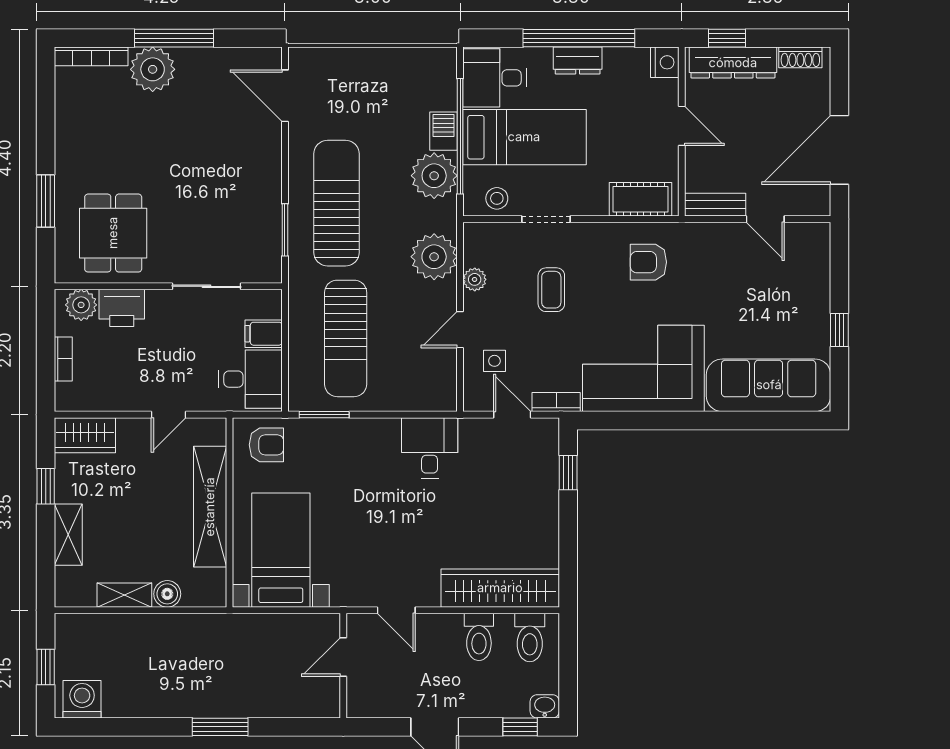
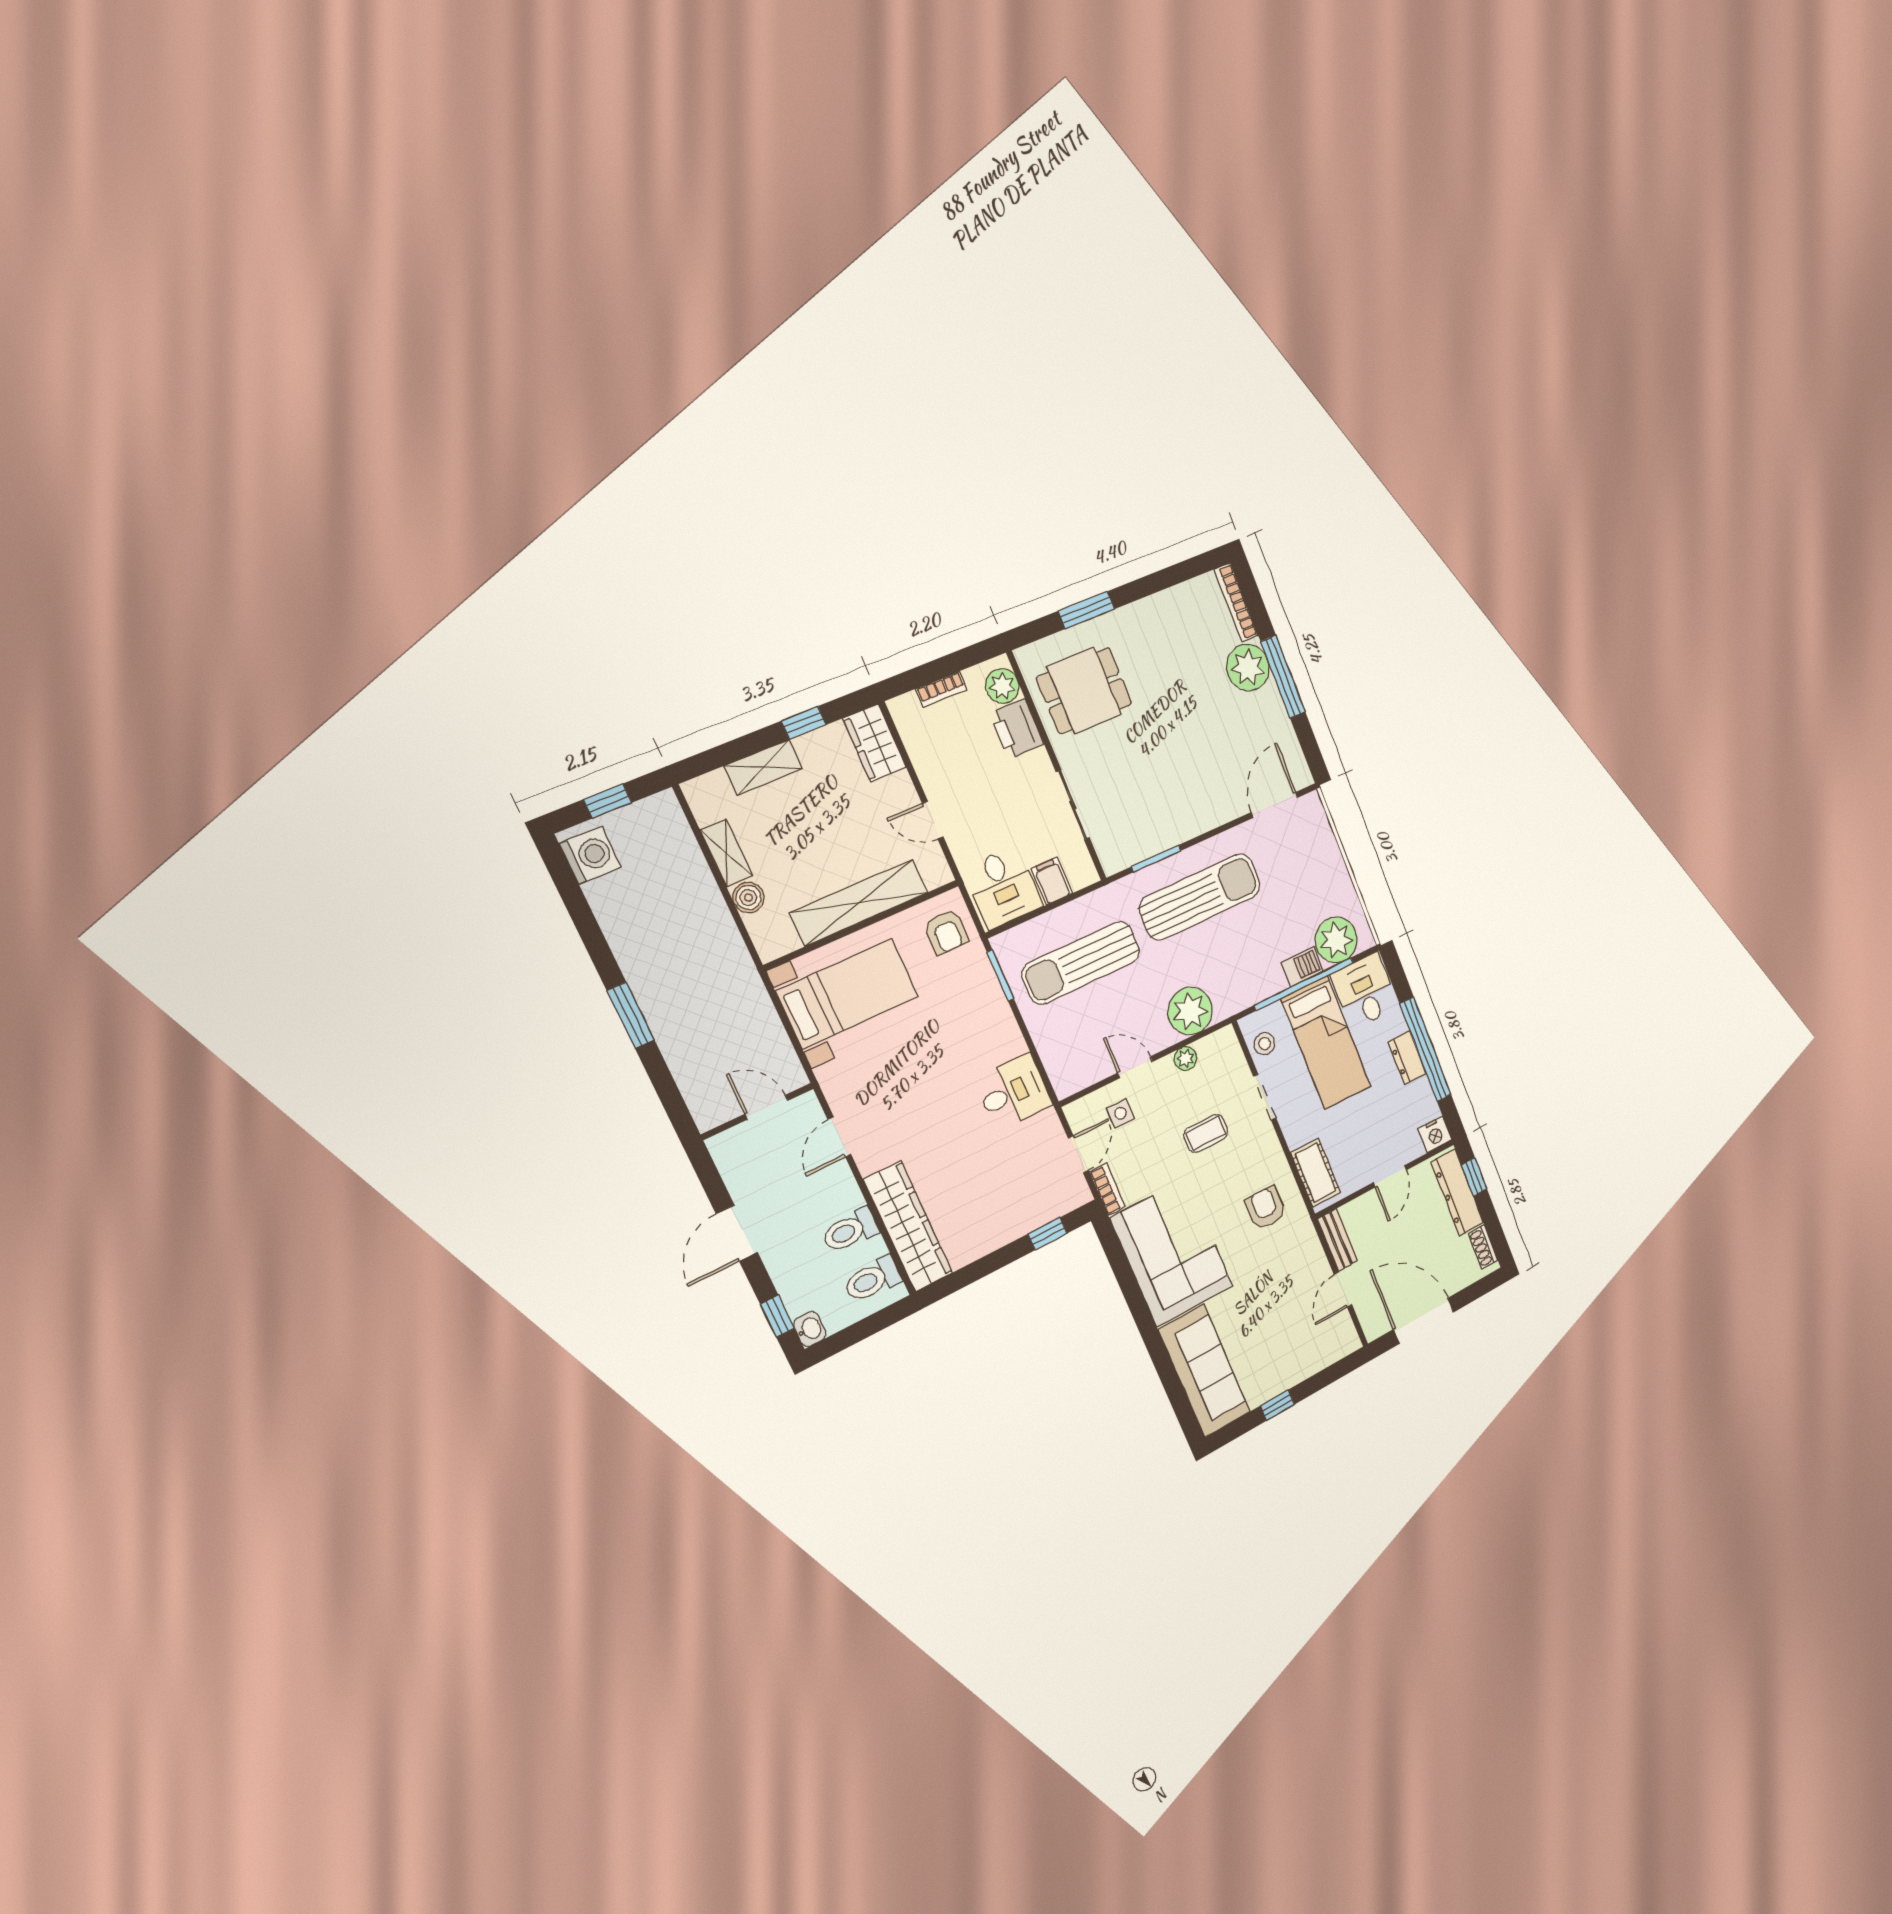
plant: (434, 176) -> (1336, 940), moved

